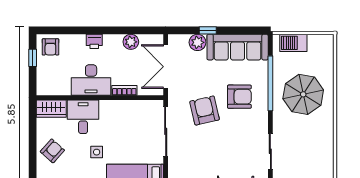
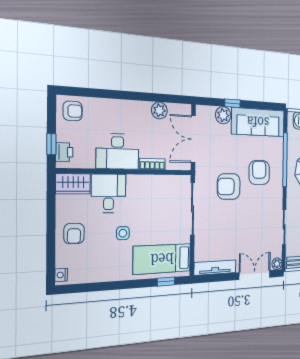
printer: (94, 41) -> (64, 152), moved, turned -90
armchair: (50, 47) -> (73, 111), turned -90
window: (33, 58) -> (51, 144), moved
armchair: (239, 97) -> (259, 173), turned -91
armchair: (205, 111) -> (229, 187), turned -77
armchair: (52, 151) -> (74, 234), turned 139

